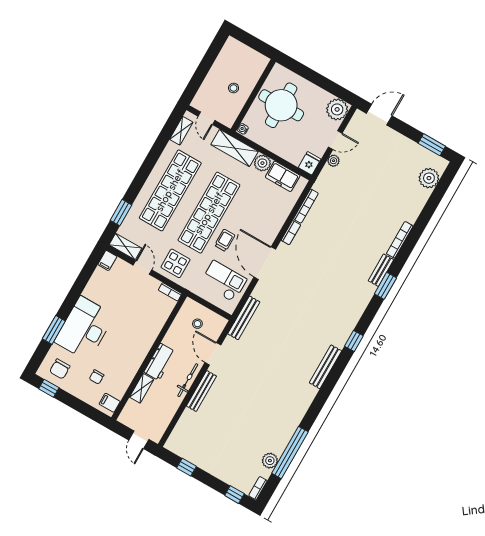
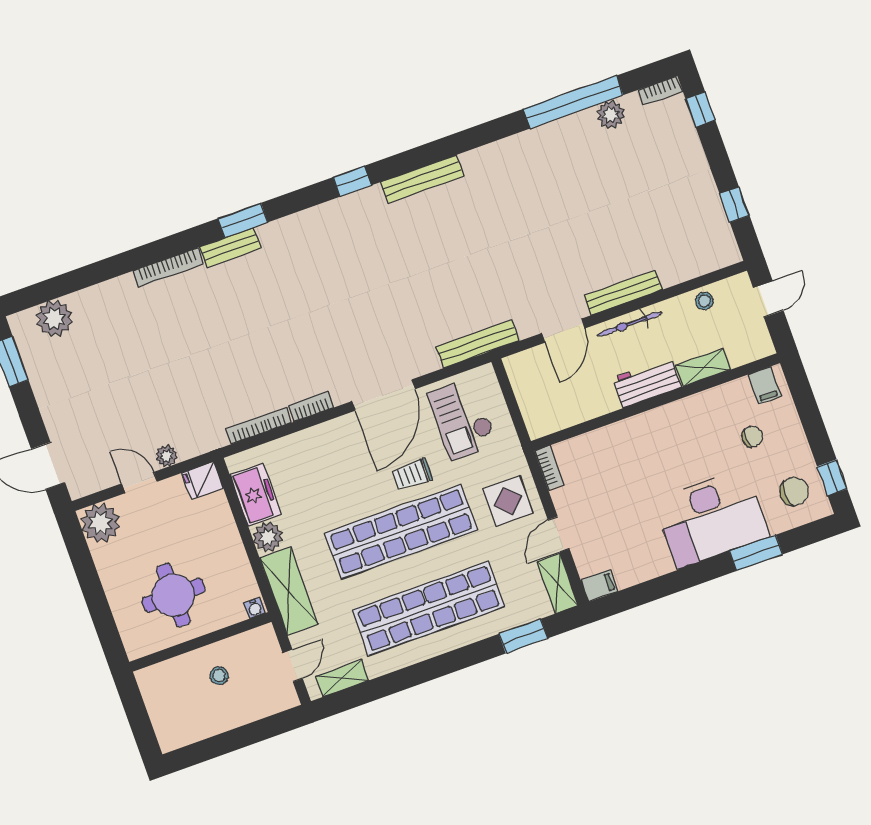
round table: (281, 105) -> (173, 595), width x0.73, depth x0.73
stool: (197, 324) -> (704, 301), moved

